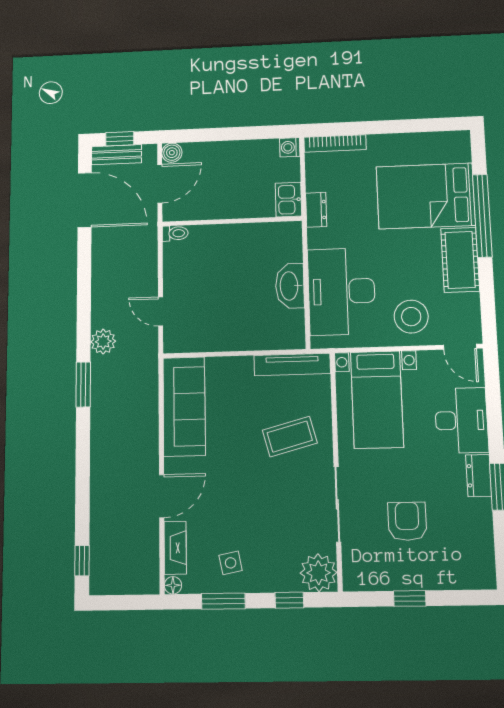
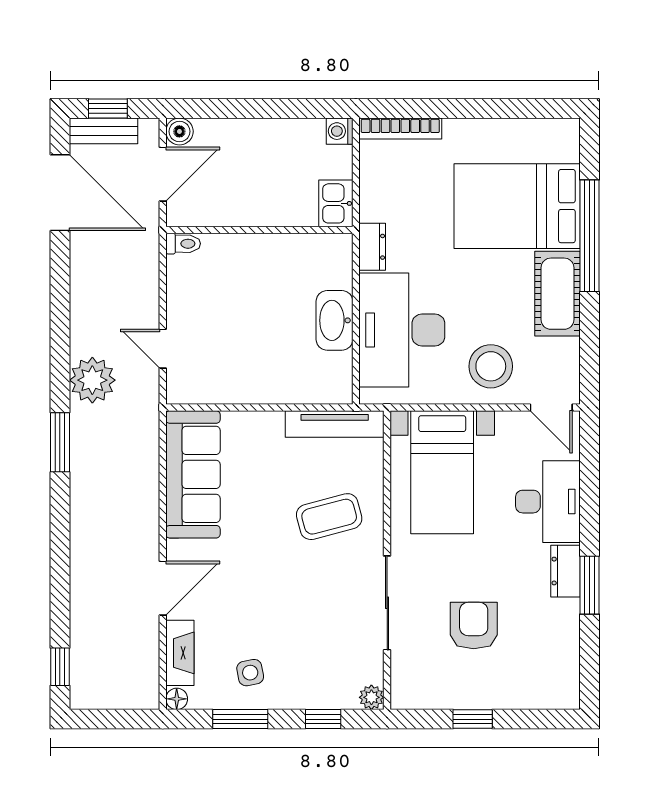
dresser: (316, 210) -> (372, 247), moved
plant: (103, 341) -> (92, 380), width x1.36, depth x1.36
plant: (319, 573) -> (371, 697), width x0.53, depth x0.53

